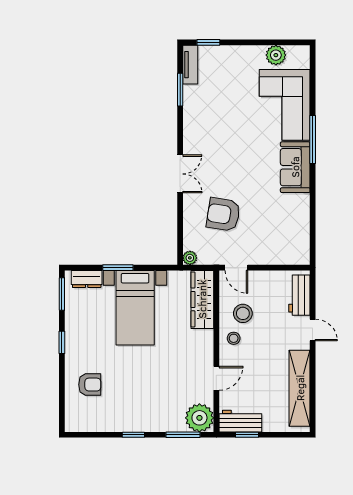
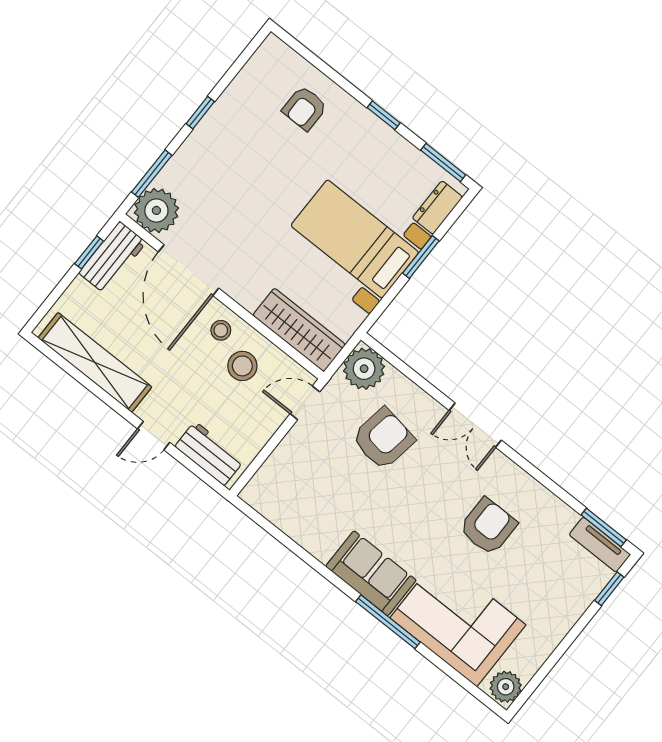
plant: (276, 55) -> (506, 687), moved
window: (180, 90) -> (604, 527), moved
armchair: (225, 127) -> (488, 526), added
plant: (190, 258) -> (364, 369), width x1.87, depth x1.87
door: (216, 378) -> (189, 270), width x1.87

